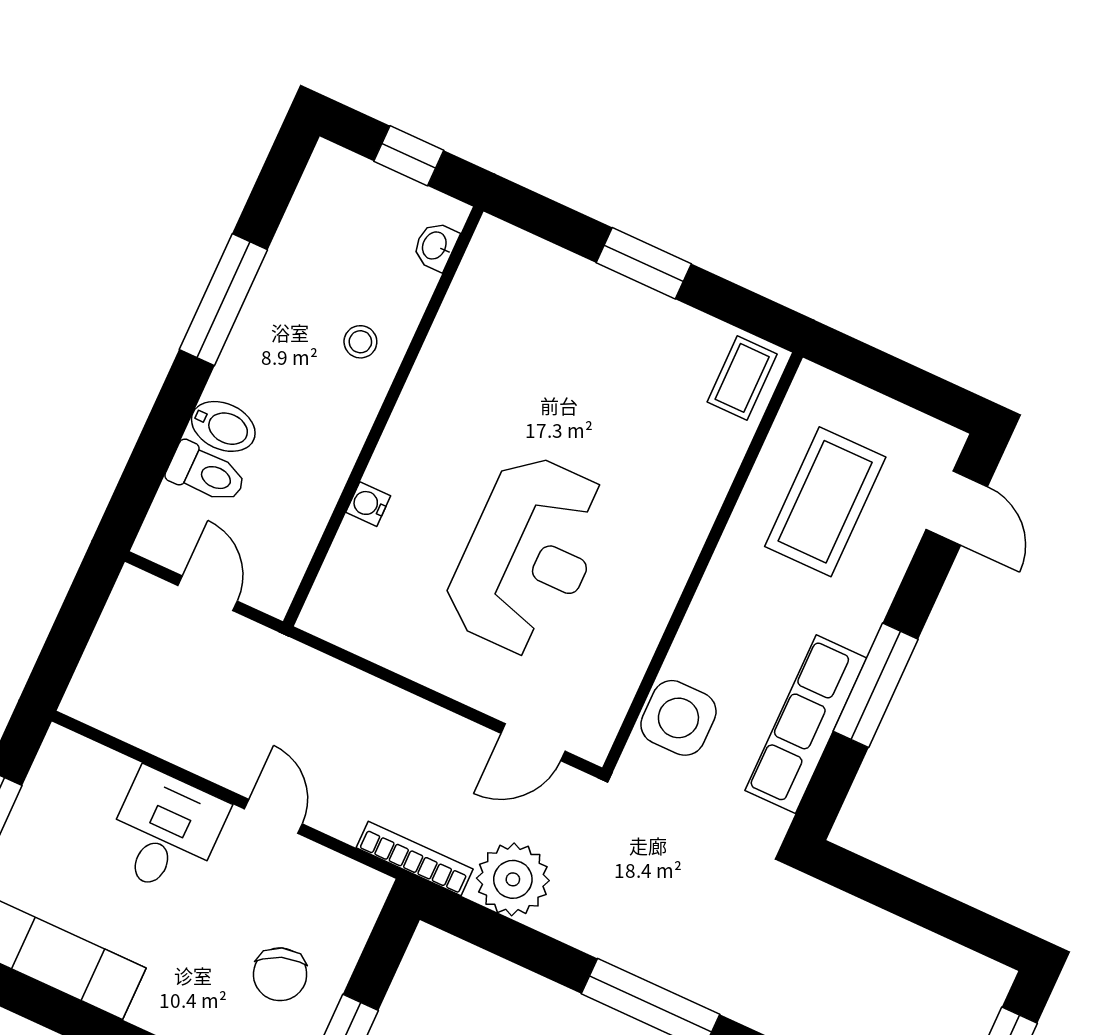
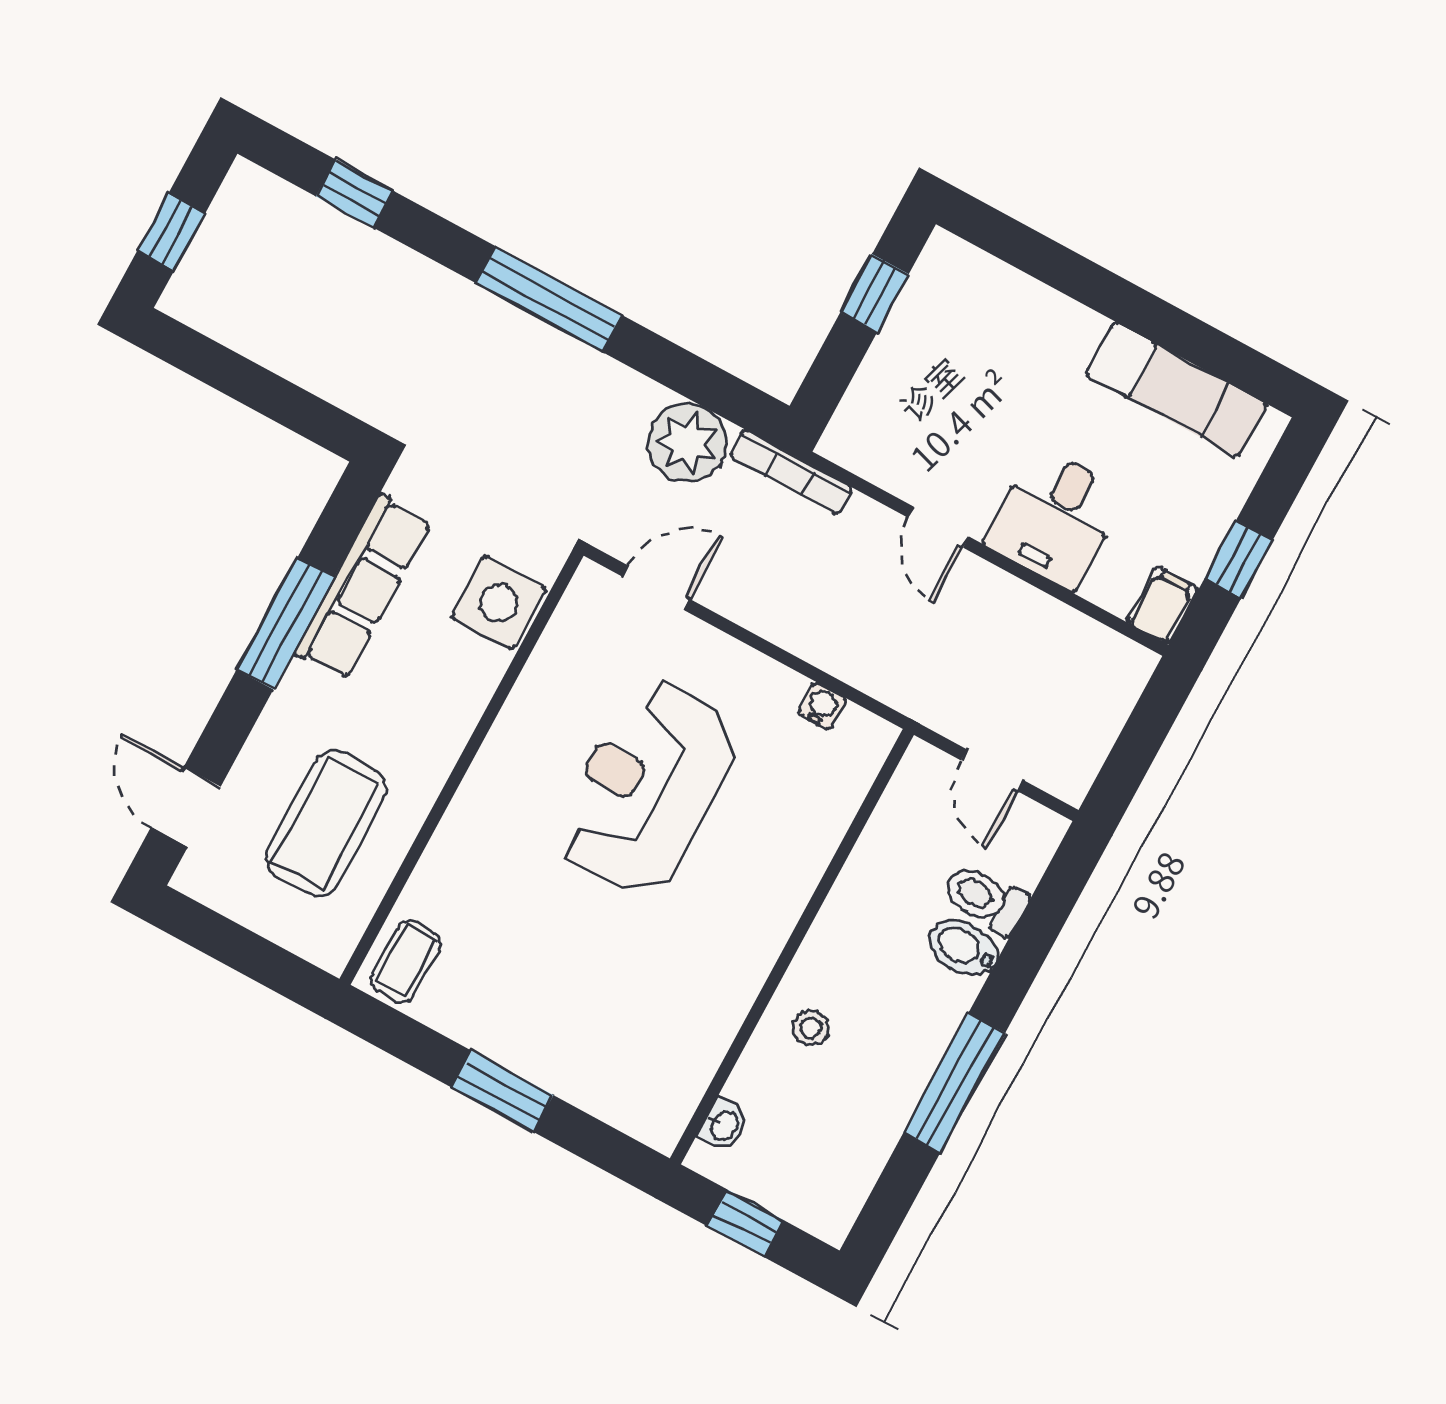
water cooler: (368, 504) -> (822, 706), moved, turned -90
filing cabinet: (60, 758) -> (1163, 605), added
chair: (280, 974) -> (943, 358), removed

